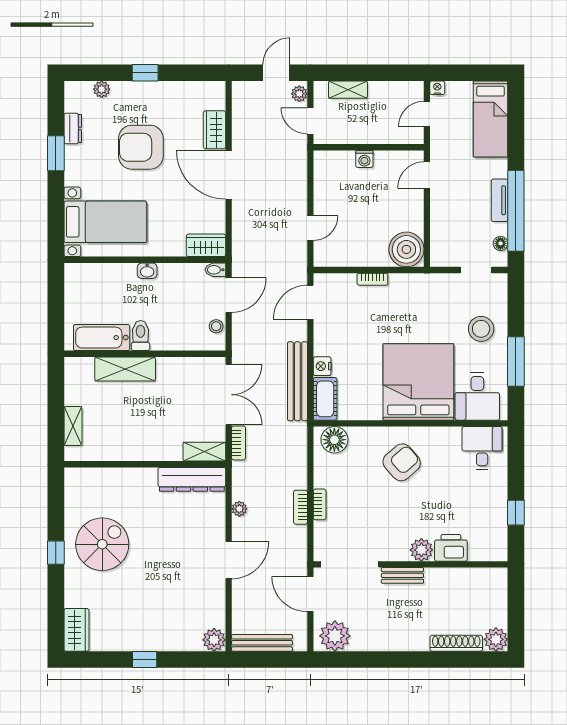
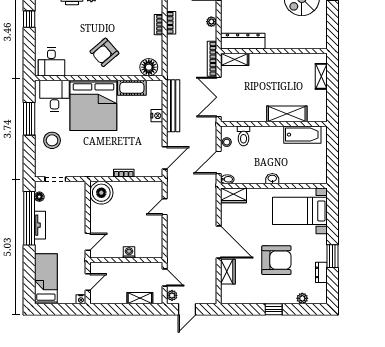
toilet: (141, 336) -> (244, 136), moved
cot: (325, 399) -> (132, 88), moved, turned 90
bookcase: (239, 443) -> (212, 59), width x1.56

